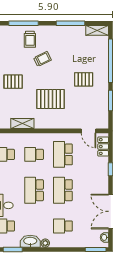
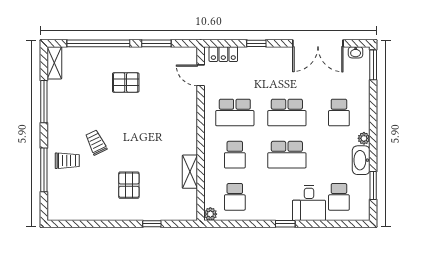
pallet: (84, 79) -> (126, 82), turned 90
pallet: (51, 99) -> (154, 131), removed
door: (89, 131) -> (201, 75), swing flipped

